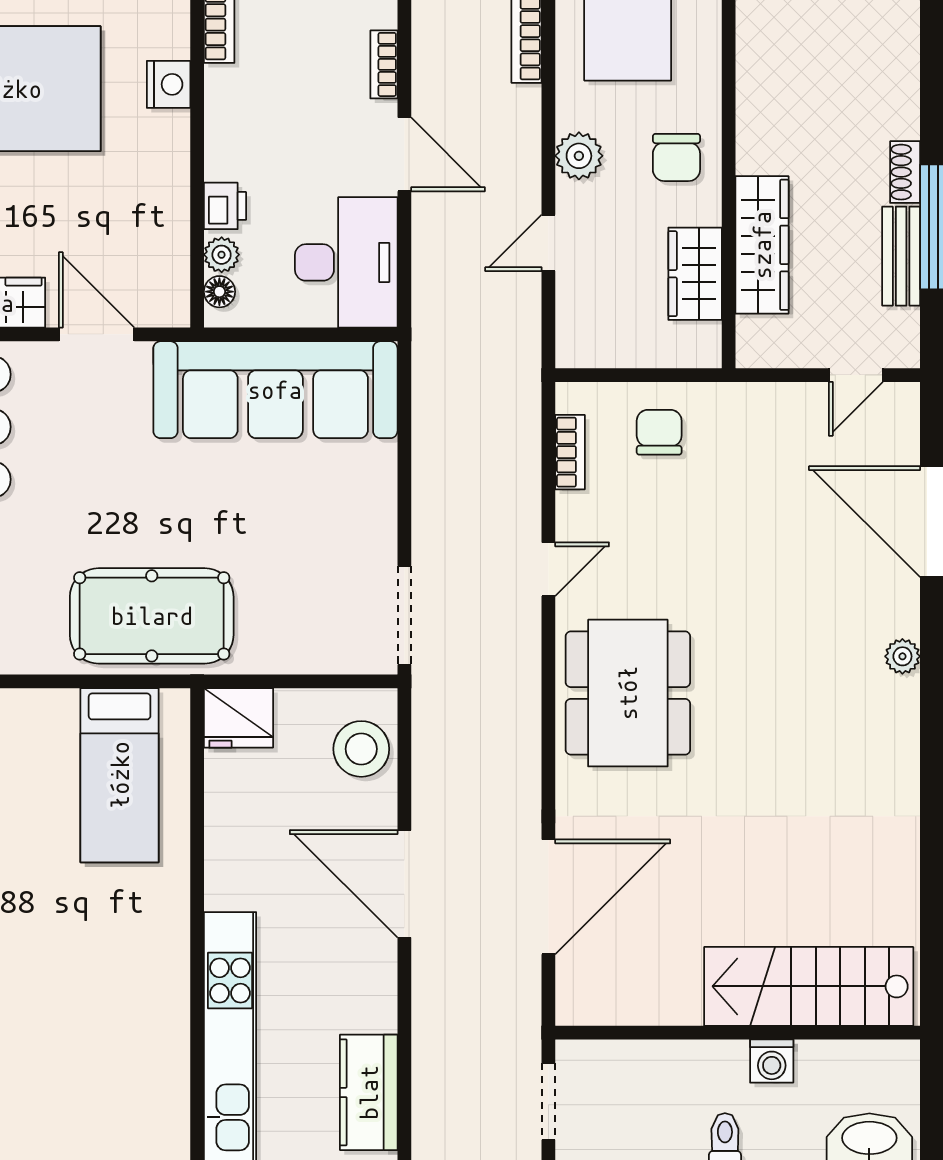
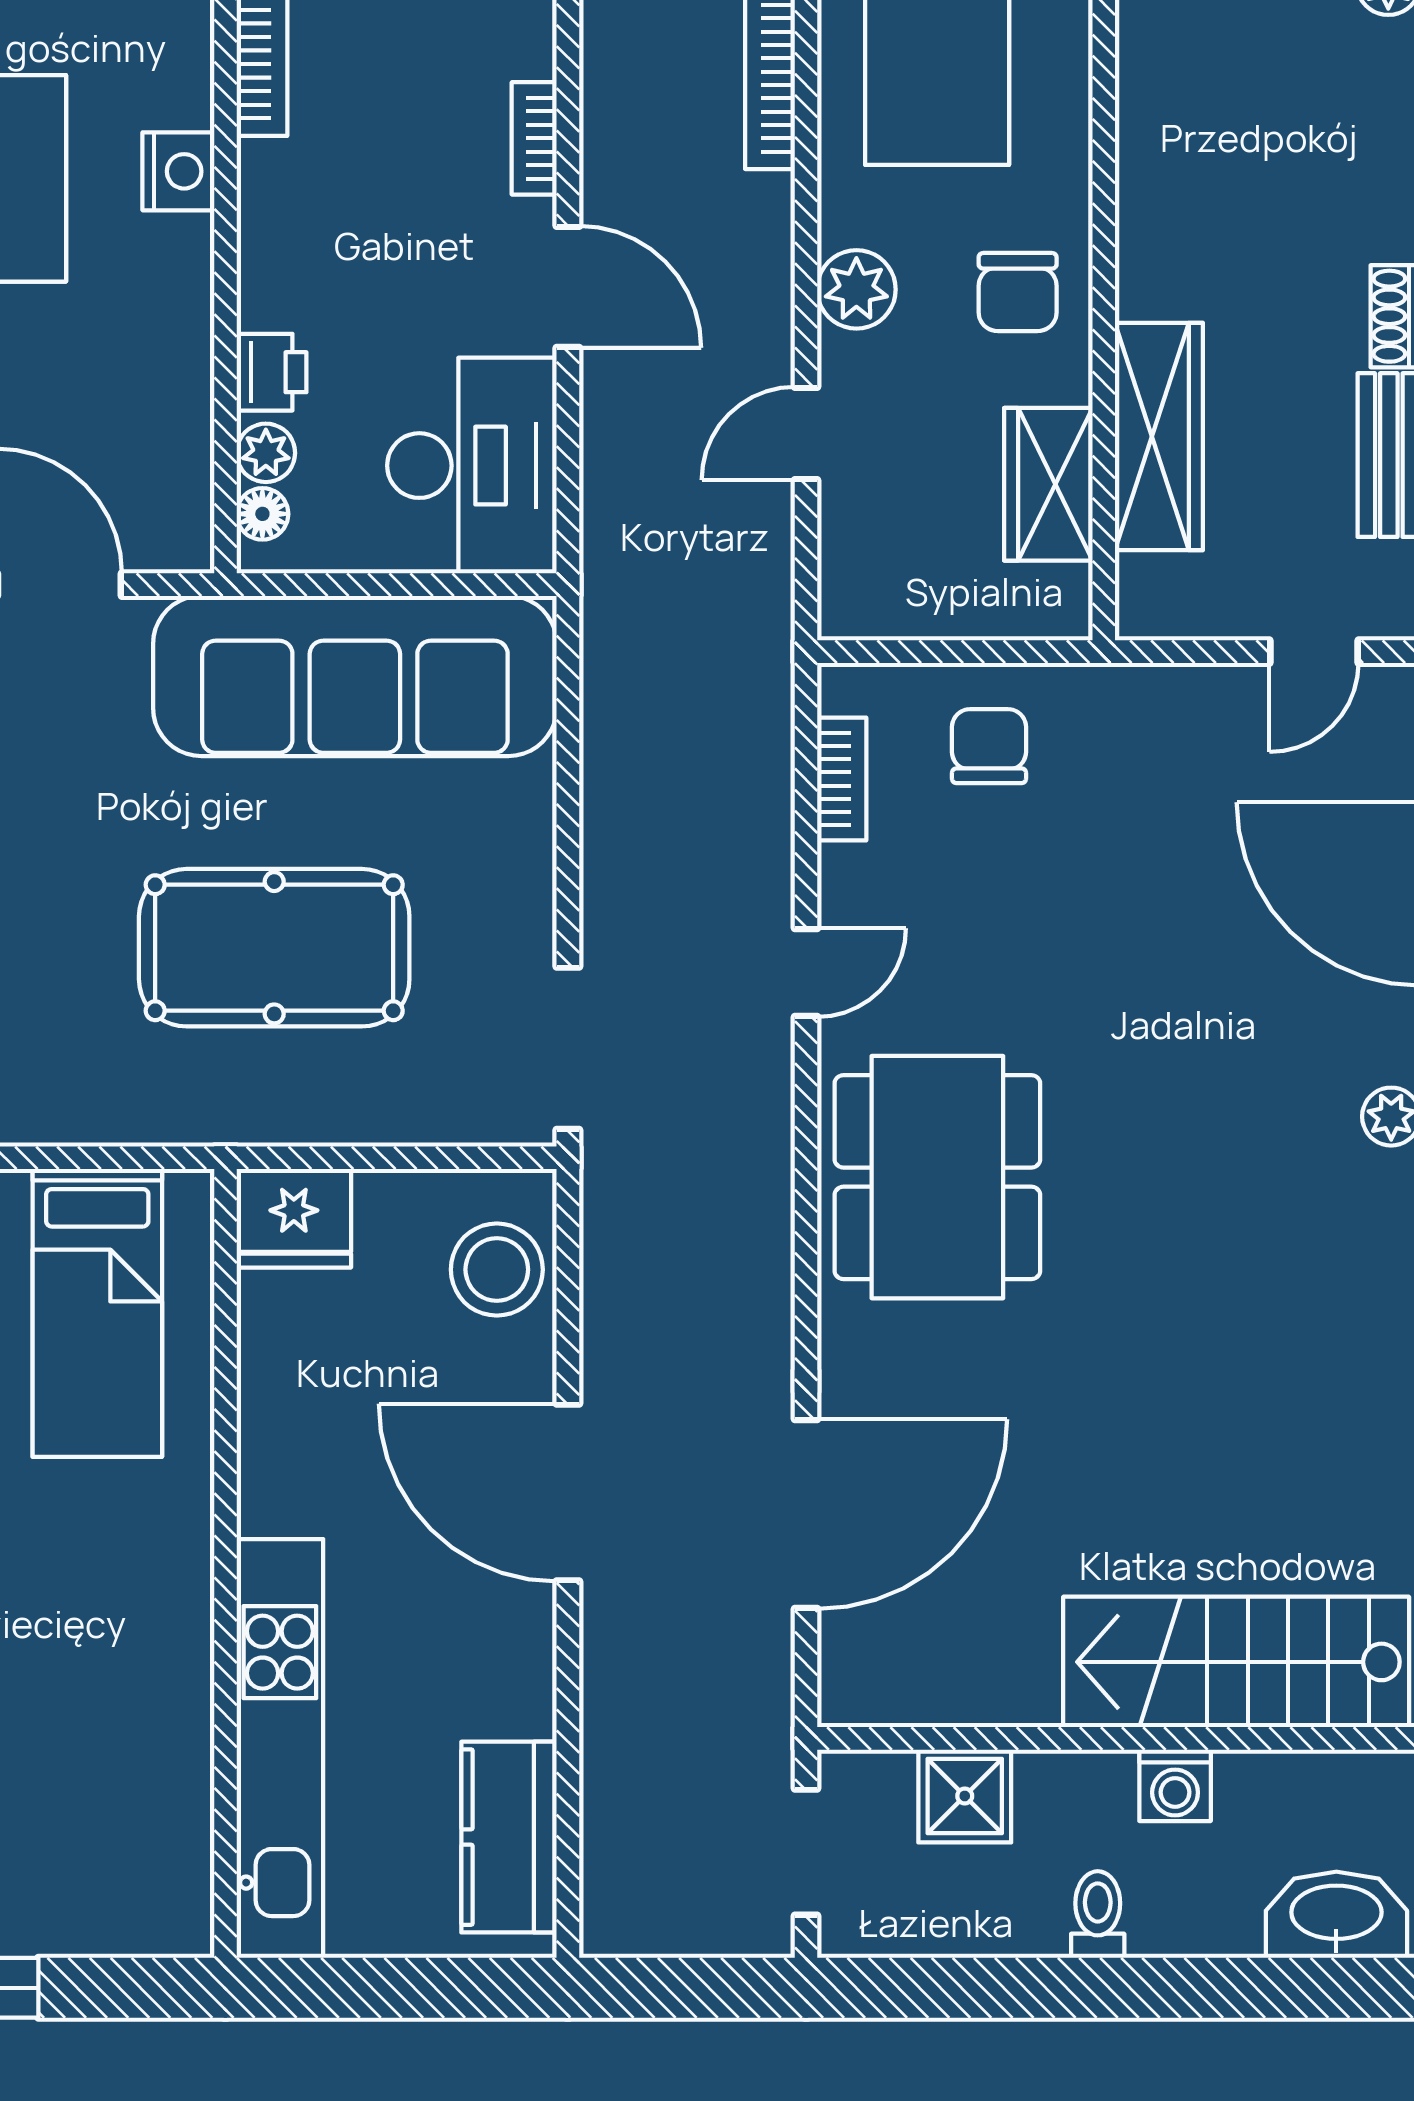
pool table: (152, 616) -> (274, 948), moved
shower: (644, 1068) -> (965, 1796), added

